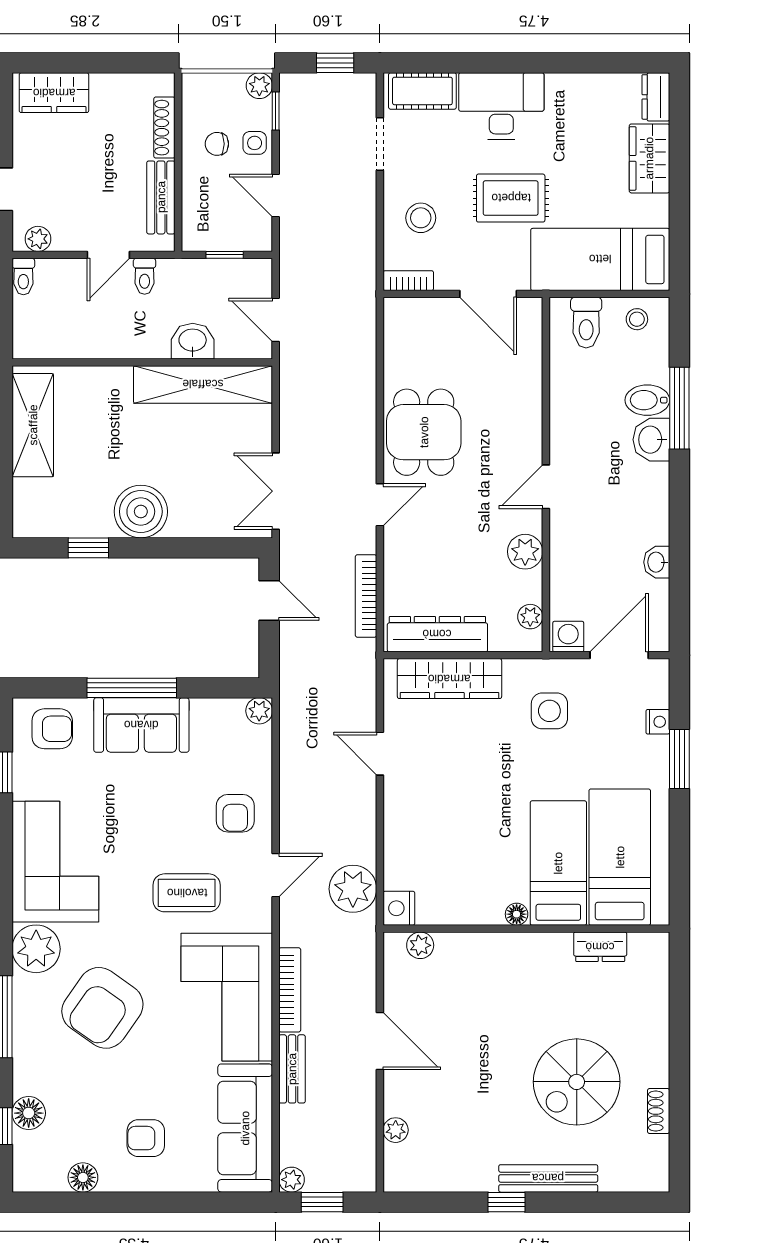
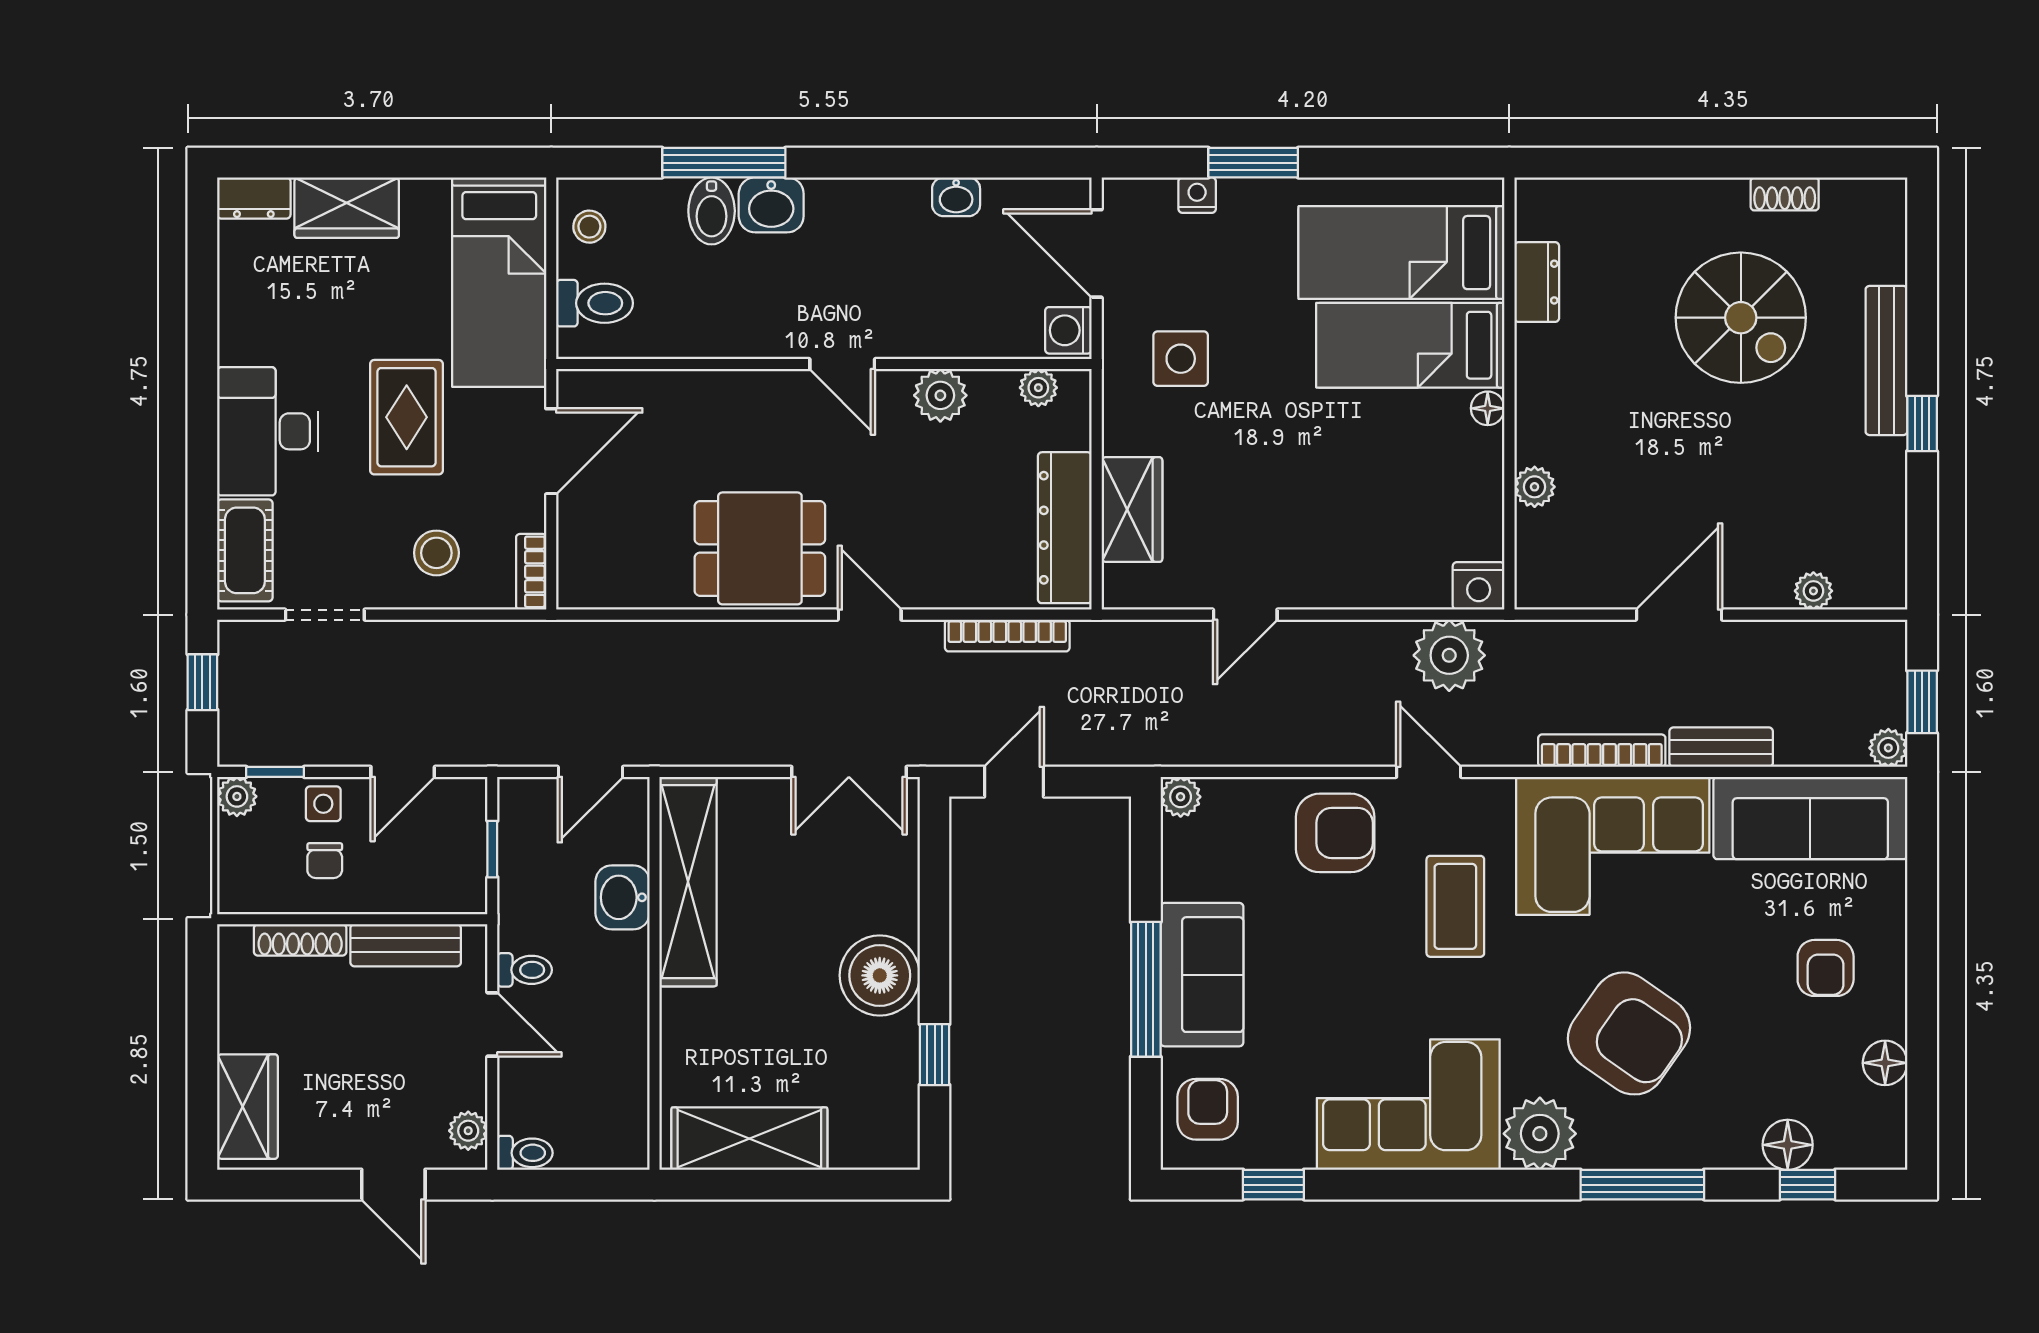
wardrobe: (449, 679) -> (1132, 510), width x0.67
armchair: (235, 813) -> (1335, 833), width x1.38, depth x1.38
plant: (420, 945) -> (1535, 487), moved

